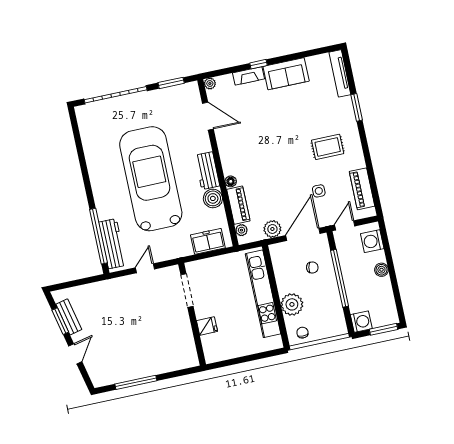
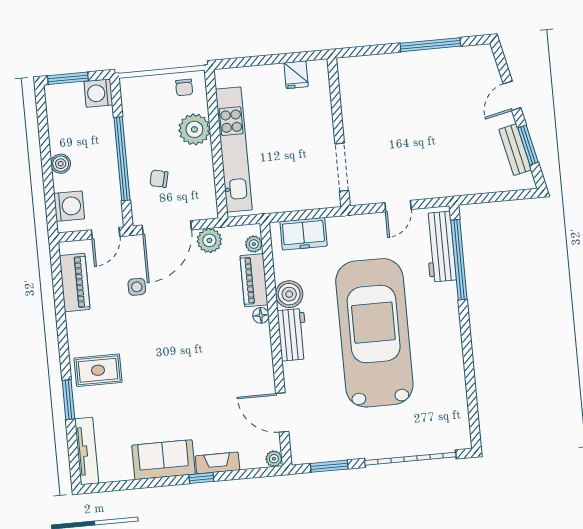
rug: (328, 147) -> (98, 370), moved
car: (151, 179) -> (374, 333), turned 180
fridge: (207, 326) -> (296, 75), moved, turned -90

